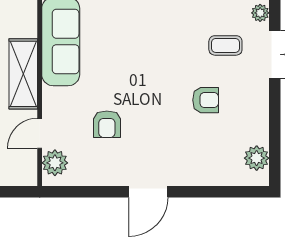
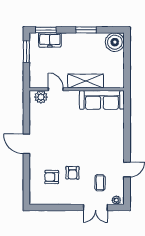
armchair: (107, 124) -> (52, 177), moved
plant: (257, 158) -> (43, 198), removed

